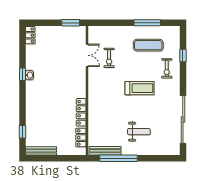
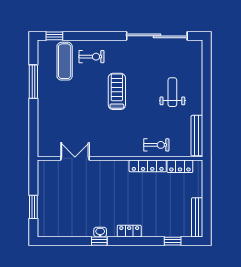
window: (71, 23) -> (33, 207), moved
locker: (30, 35) -> (129, 231), moved
exercise mat: (148, 45) -> (65, 61), moved
window: (183, 55) -> (54, 36), moved
exercise bike: (109, 58) -> (156, 145), moved
window: (119, 158) -> (207, 118), removed

